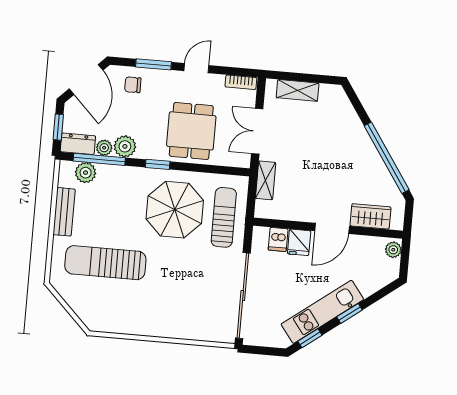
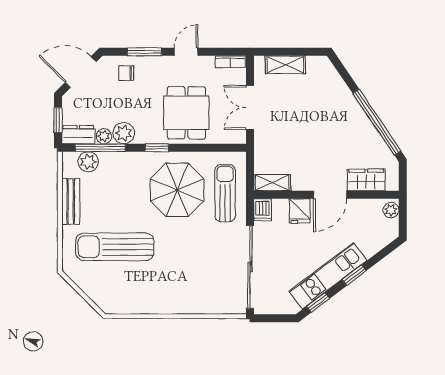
door: (86, 80) -> (81, 72), swing flipped
shelving: (266, 180) -> (272, 183), moved, turned 90
dishwasher: (278, 239) -> (263, 210), moved

